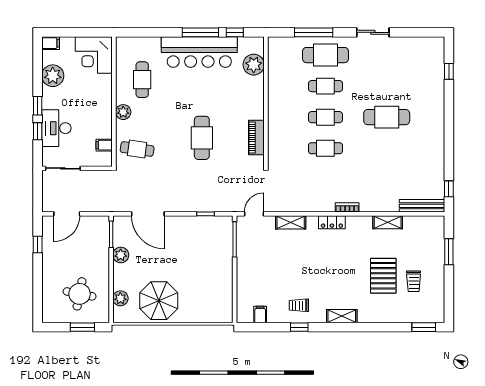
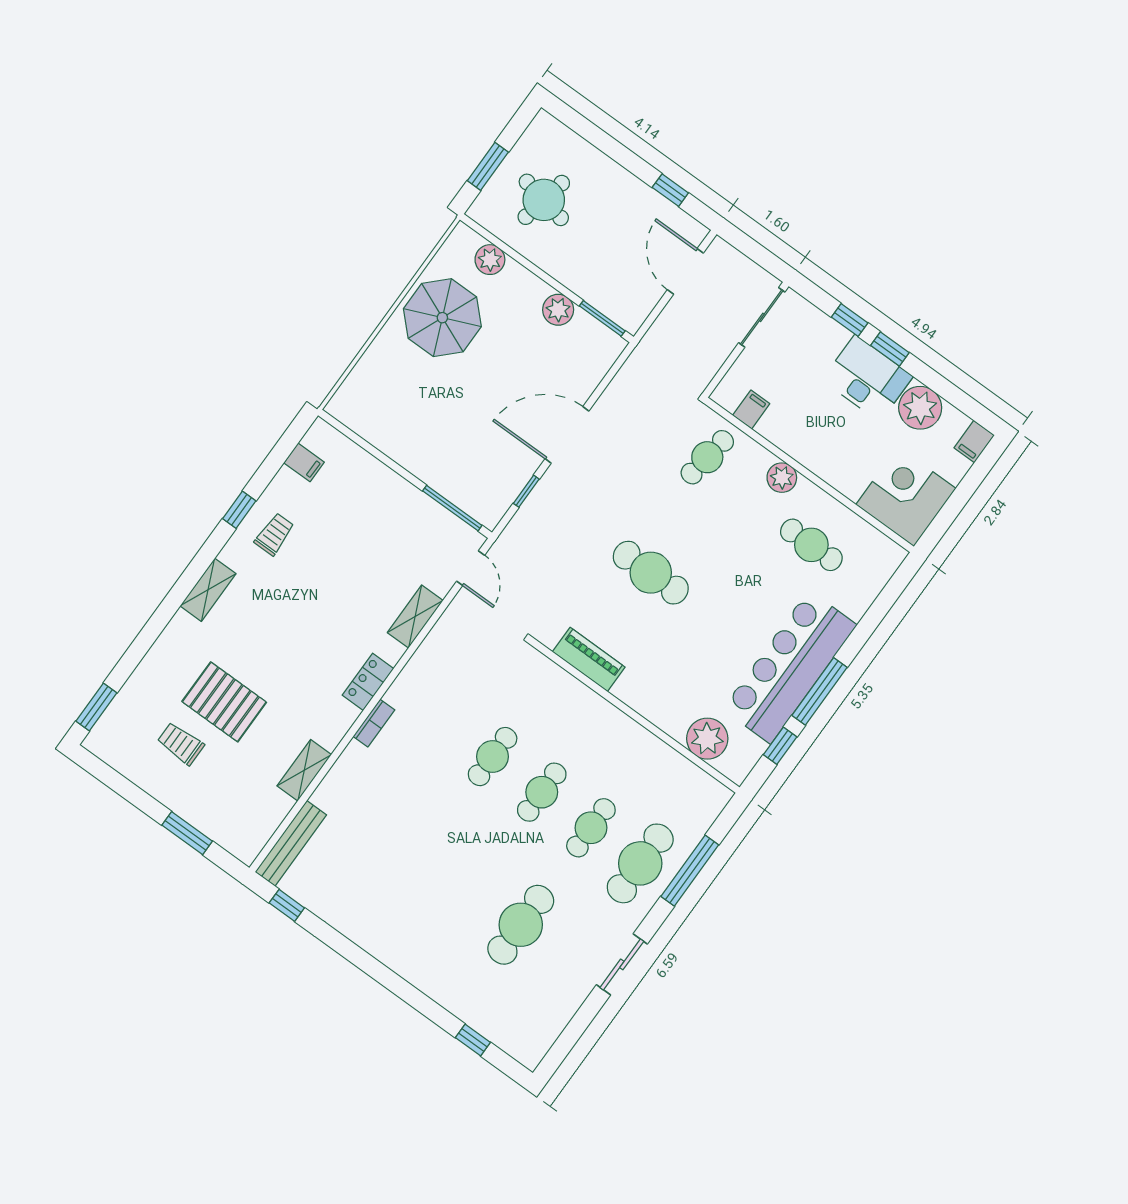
cafe table: (387, 117) -> (521, 925), moved
desk: (56, 128) -> (868, 378), moved
door: (148, 214) -> (567, 435), moved

